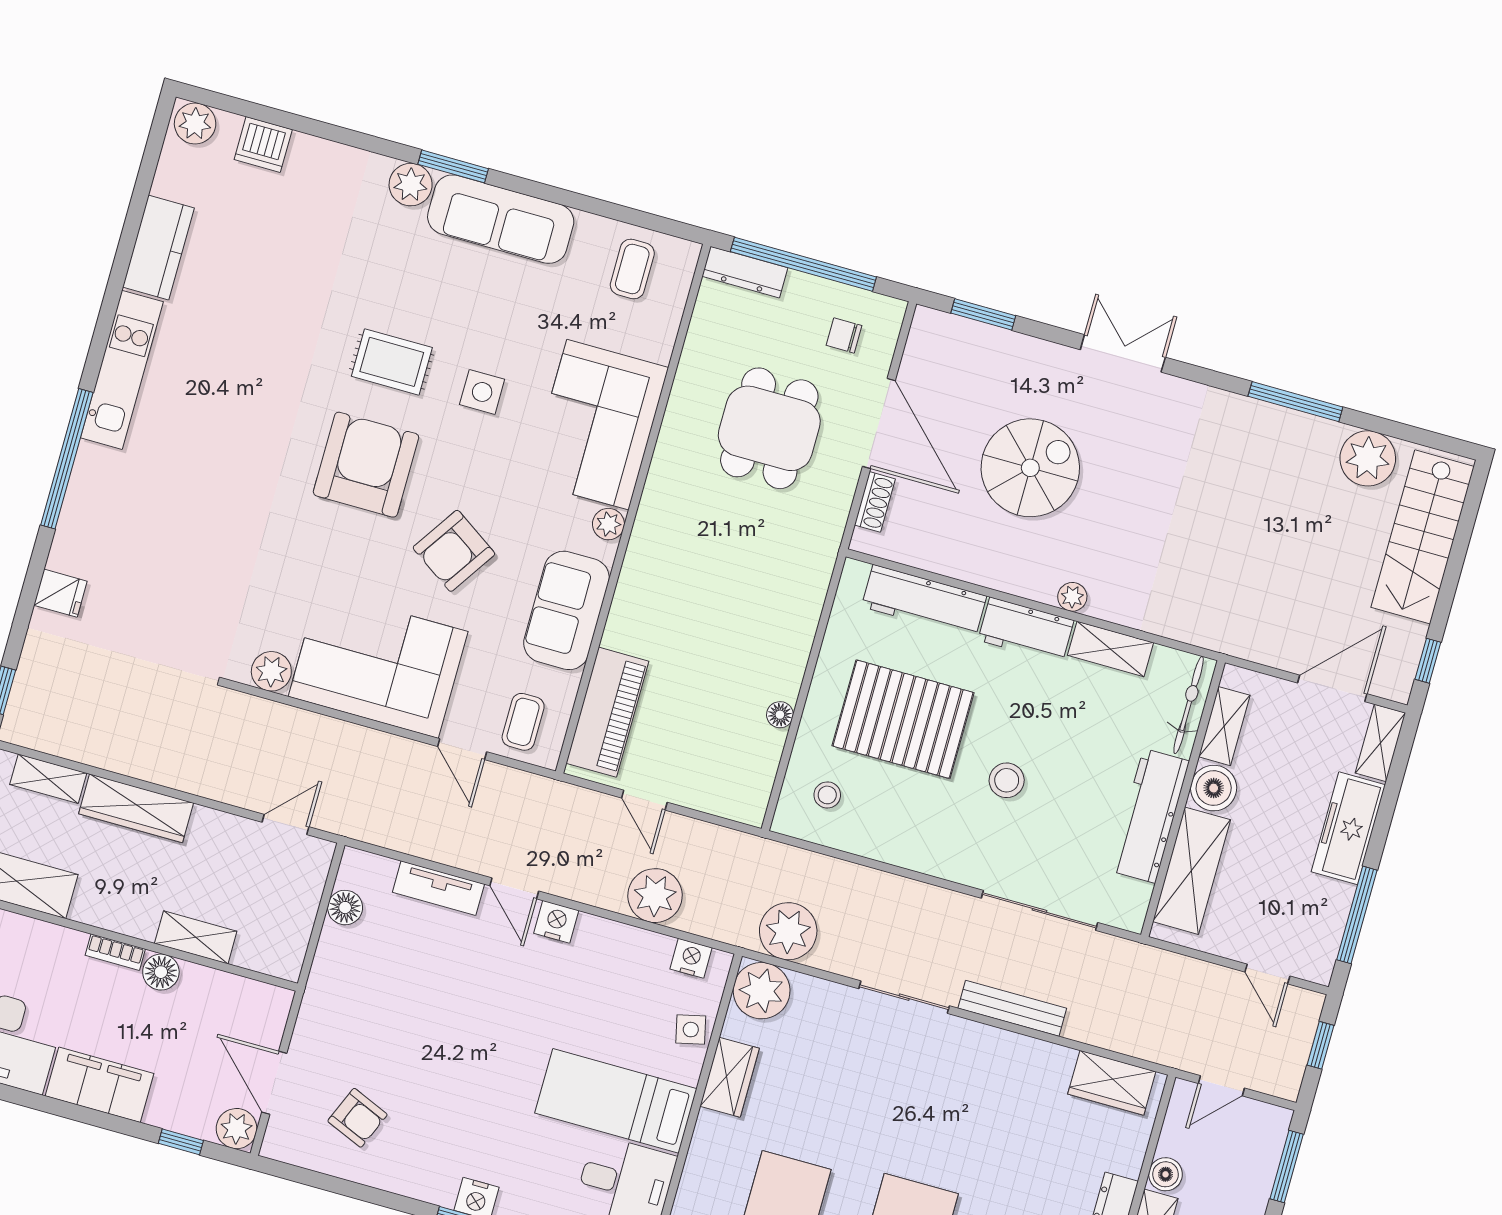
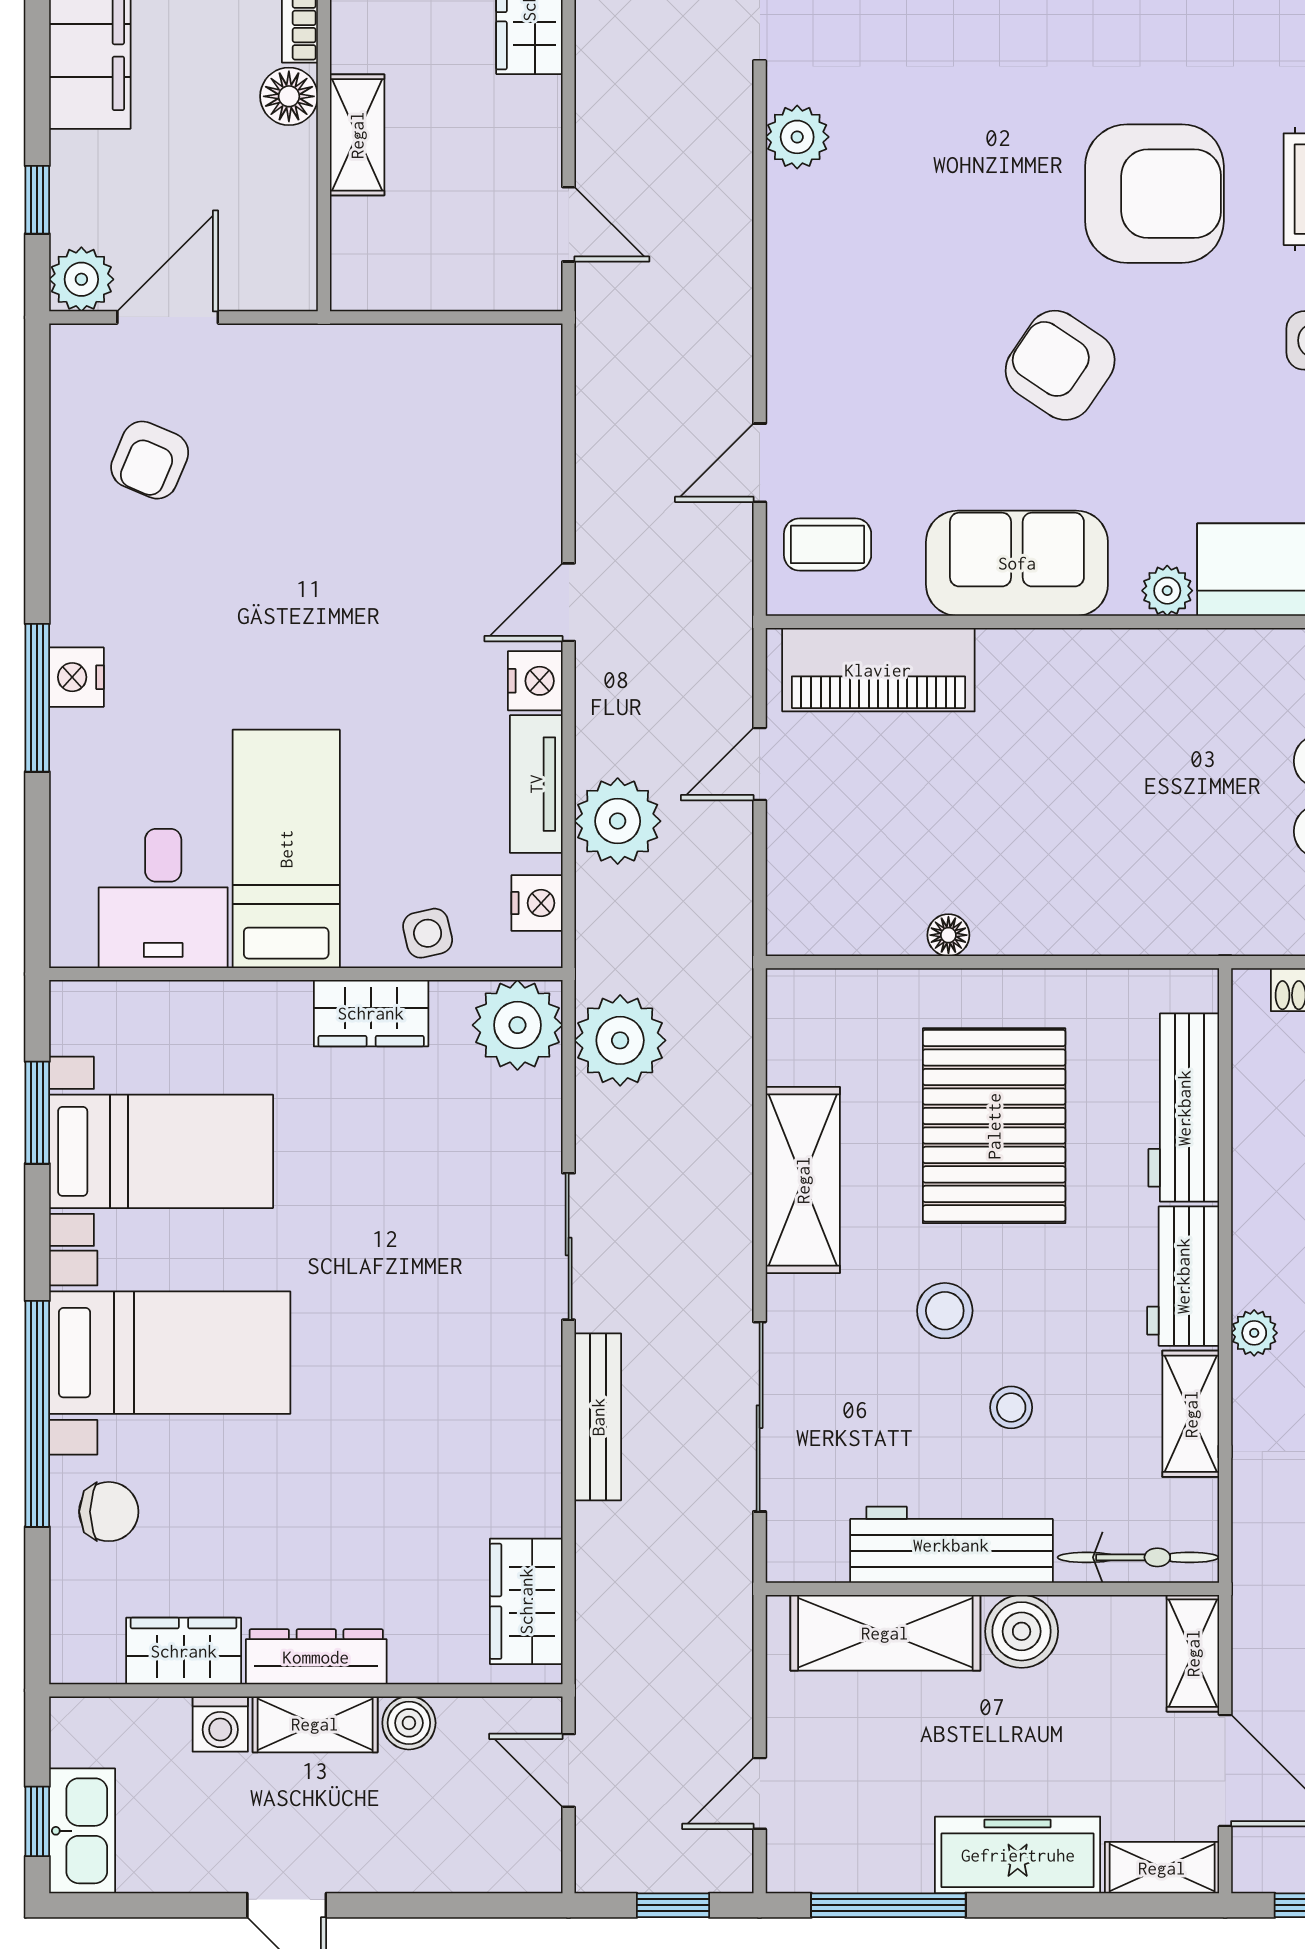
corner sofa: (378, 664) -> (854, 297), removed
shelving: (1224, 726) -> (1193, 1653), moved, turned 90
stool: (827, 795) -> (1011, 1407), moved
shelving: (904, 844) -> (803, 1180), added
tv unit: (438, 888) -> (536, 784), moved
floor lamp: (345, 908) -> (467, 351), removed
window: (1287, 1167) -> (473, 1905), removed

